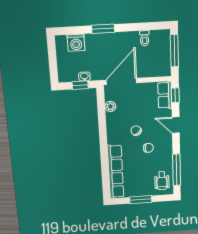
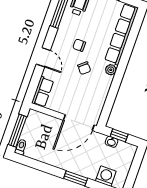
toilet: (144, 38) -> (21, 147), moved
window: (175, 95) -> (33, 87), removed
plant: (110, 106) -> (111, 70), moved

